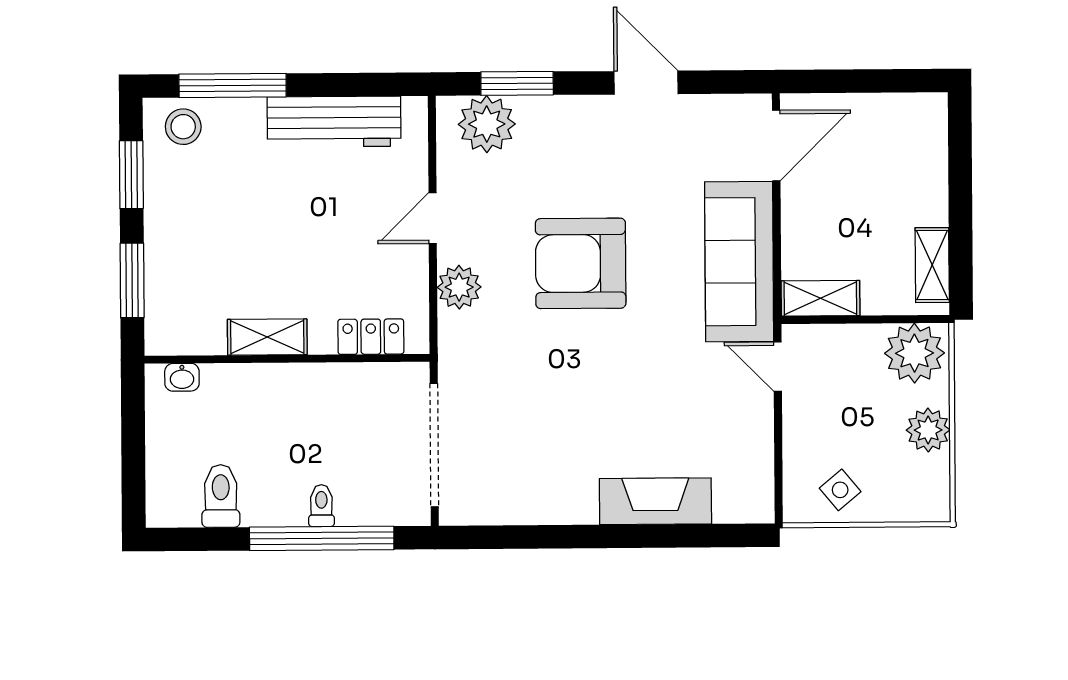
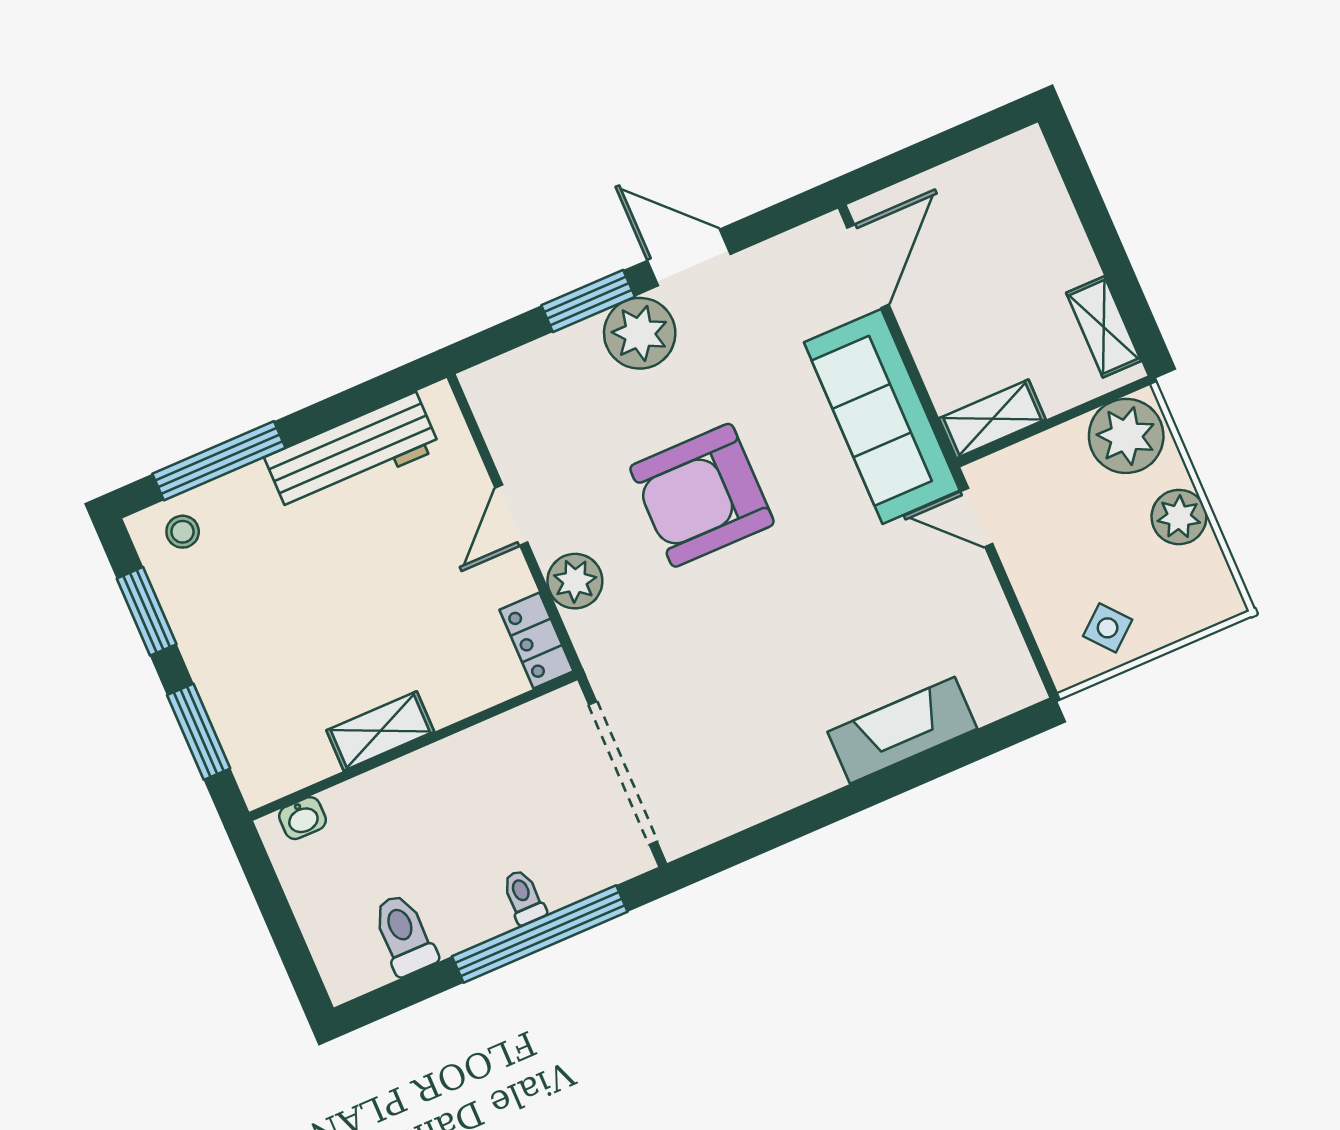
window: (517, 83) -> (588, 301), moved
plant: (487, 124) -> (640, 333), moved
stool: (183, 127) -> (183, 532), width x0.73, depth x0.73
locker: (371, 337) -> (537, 641), moved, turned -90

